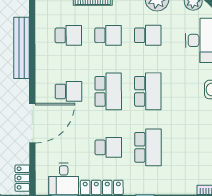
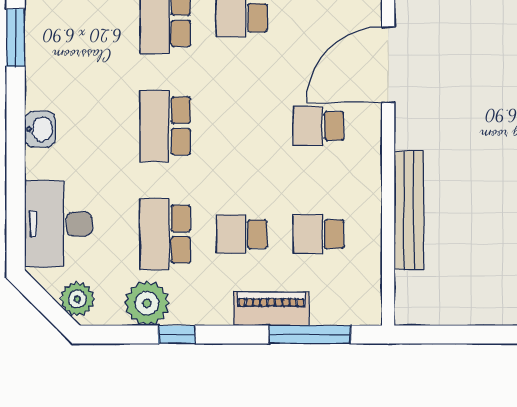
school desk: (148, 35) -> (165, 234), width x1.85
school desk: (108, 91) -> (242, 126), removed

